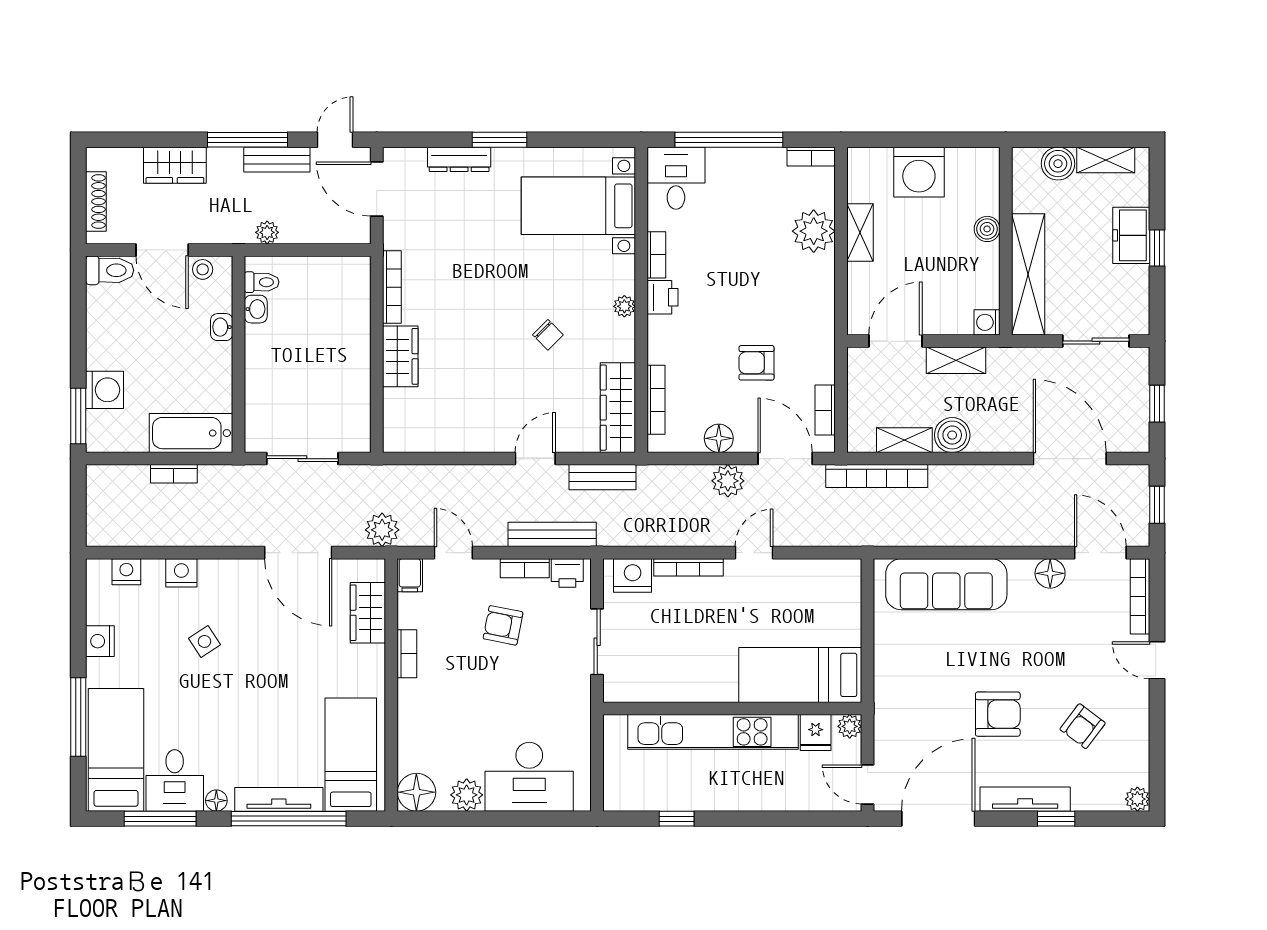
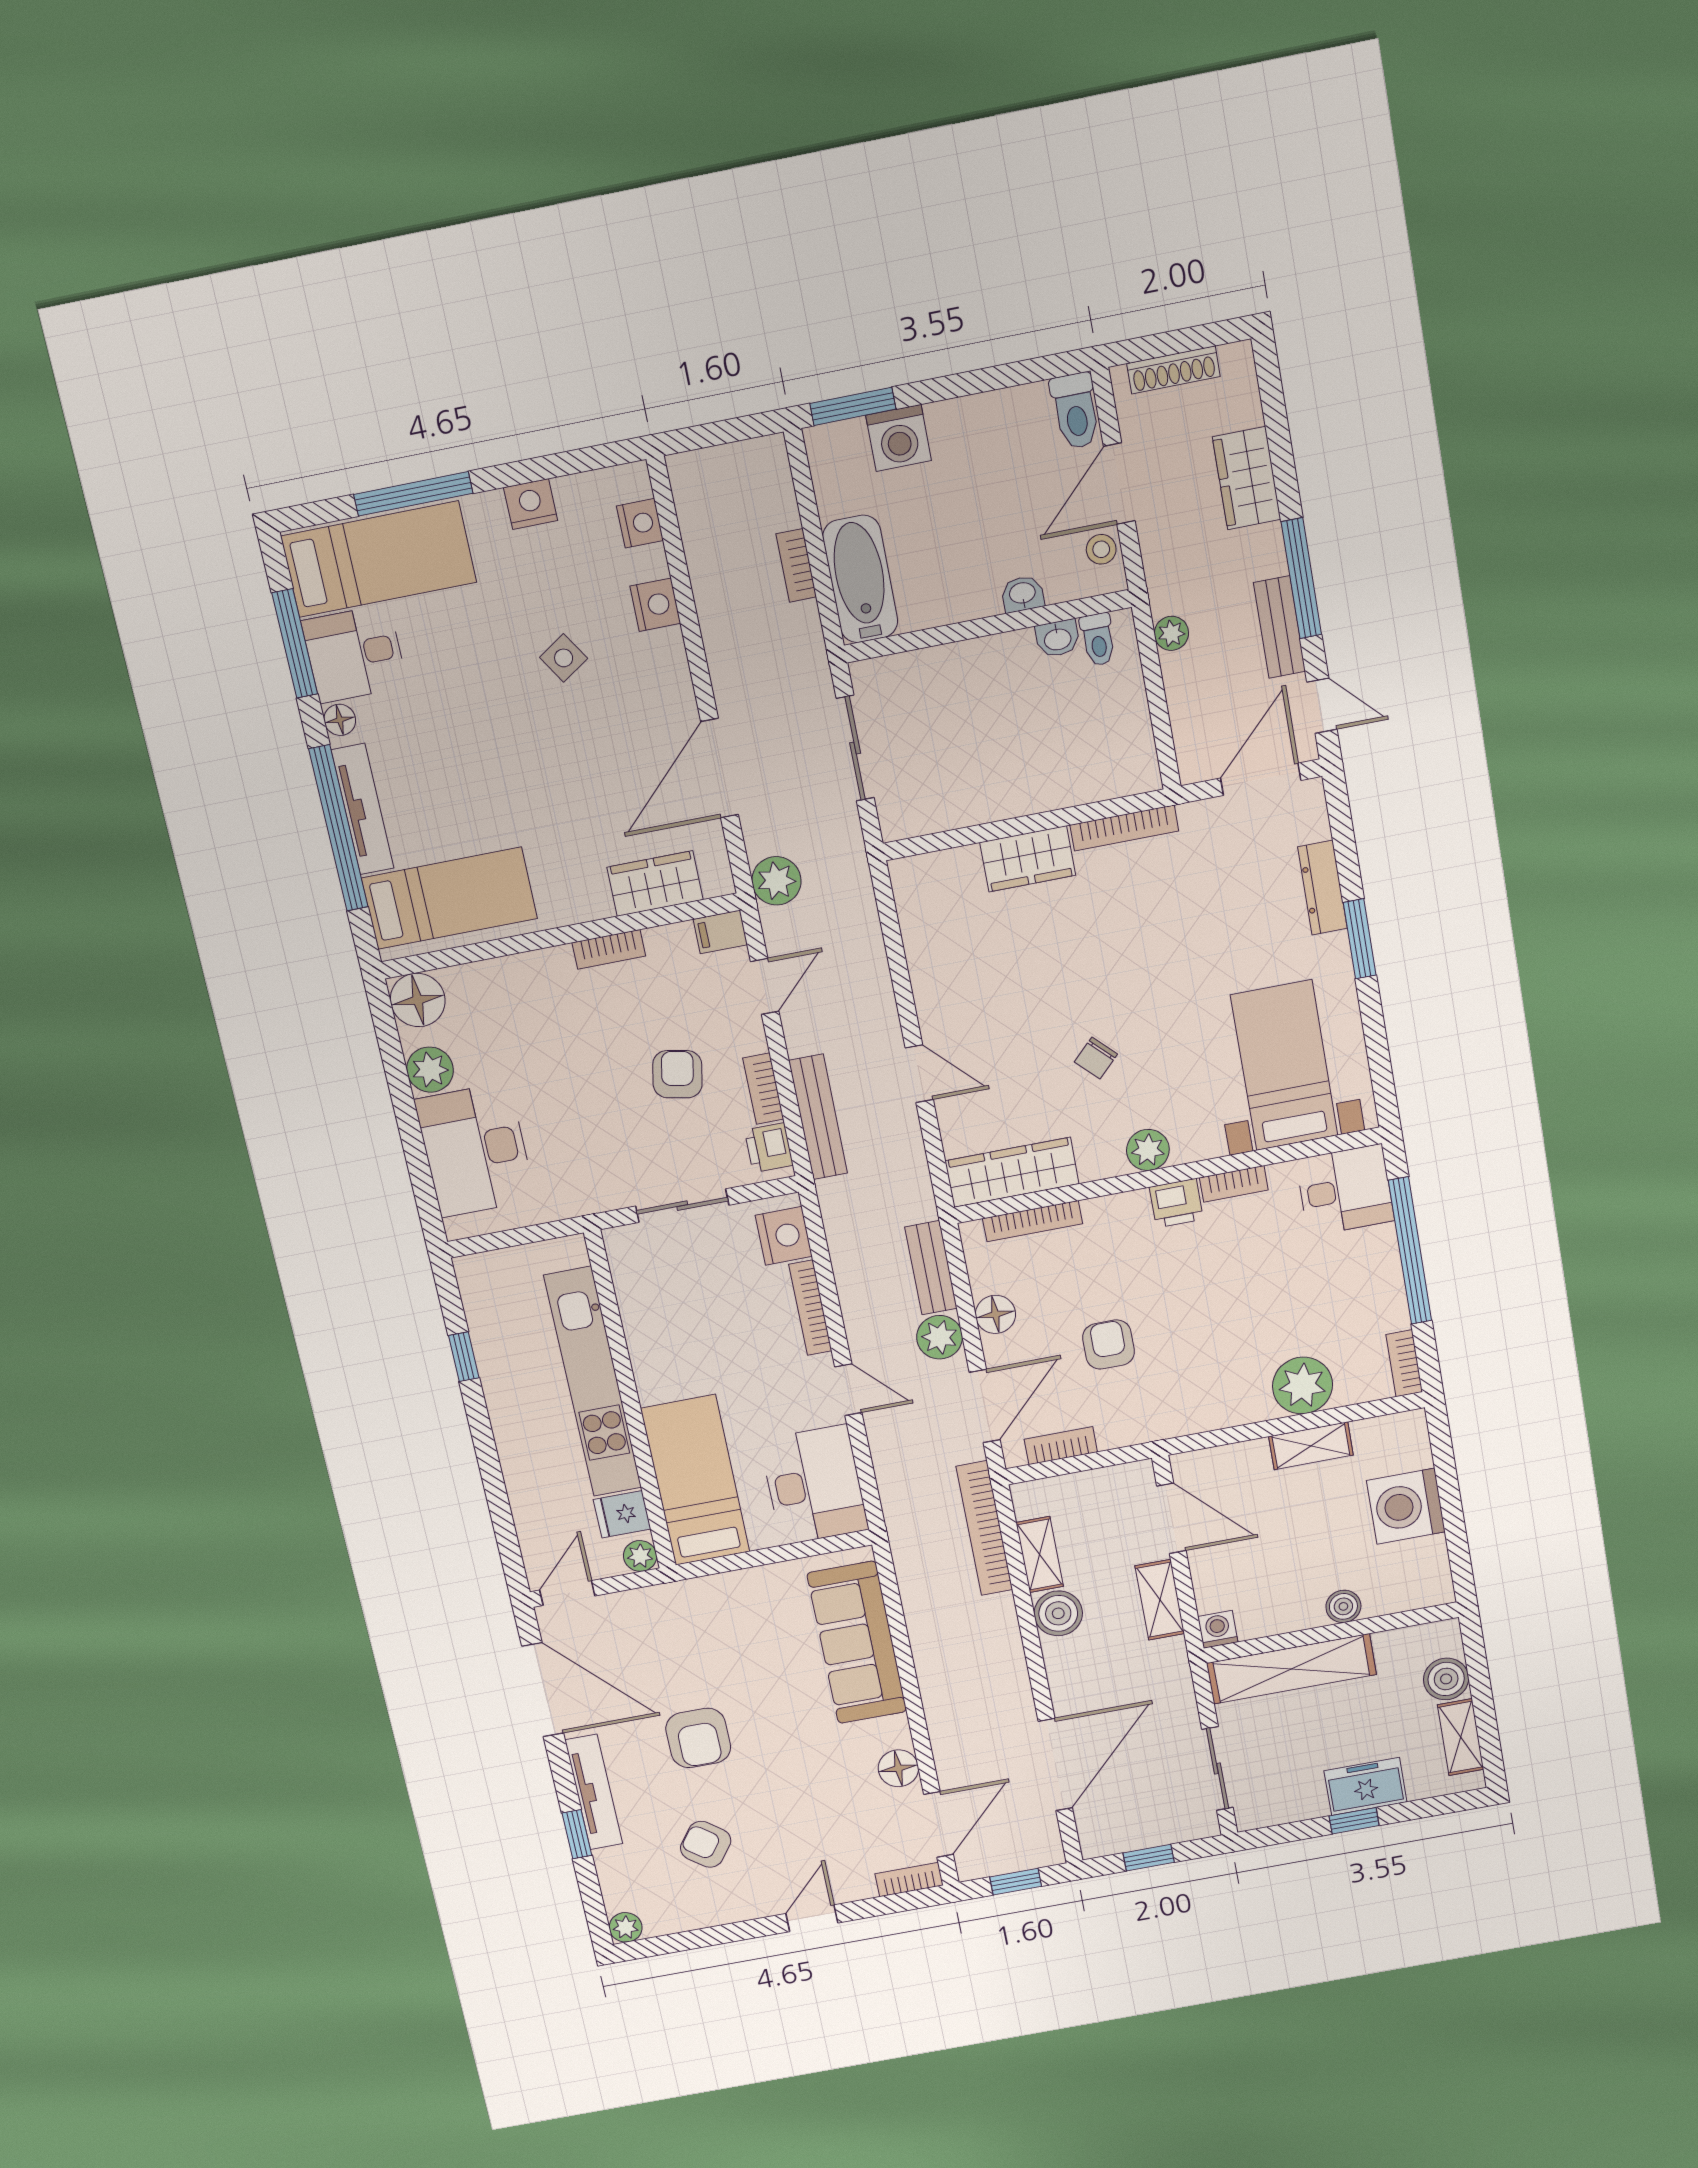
plant: (624, 306) -> (1148, 1150), width x1.38, depth x1.38
bench: (603, 477) -> (931, 1268), moved
desk: (820, 591) -> (814, 1485), added
bookcase: (1140, 596) -> (909, 1880), width x0.64

